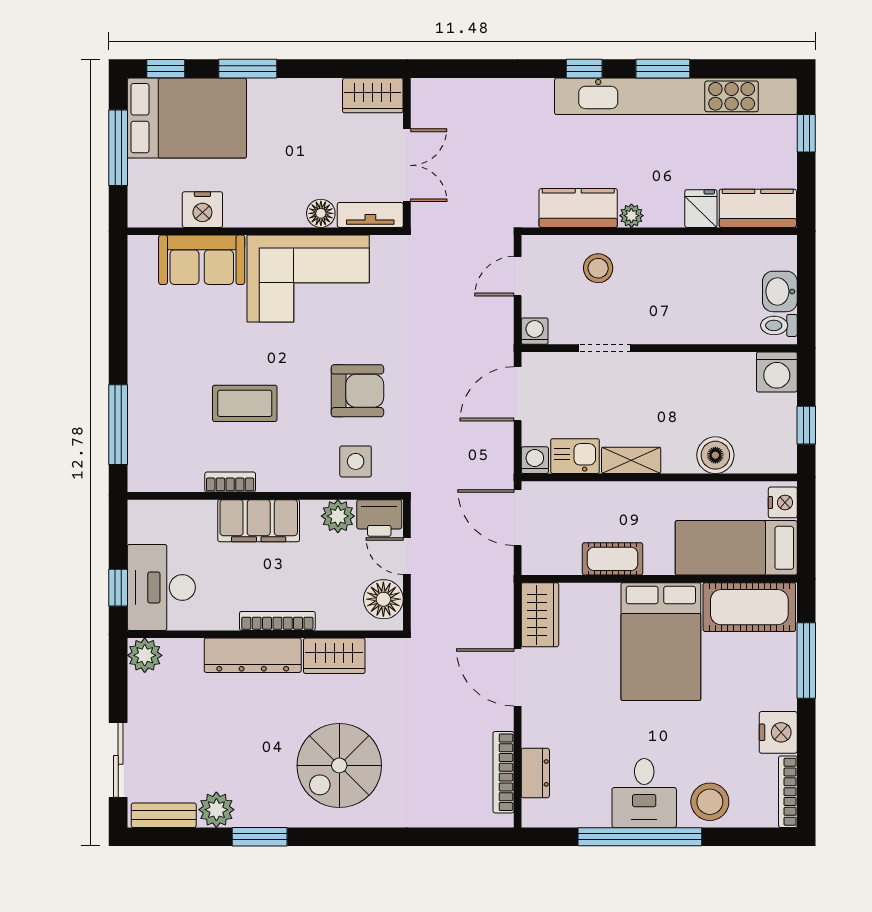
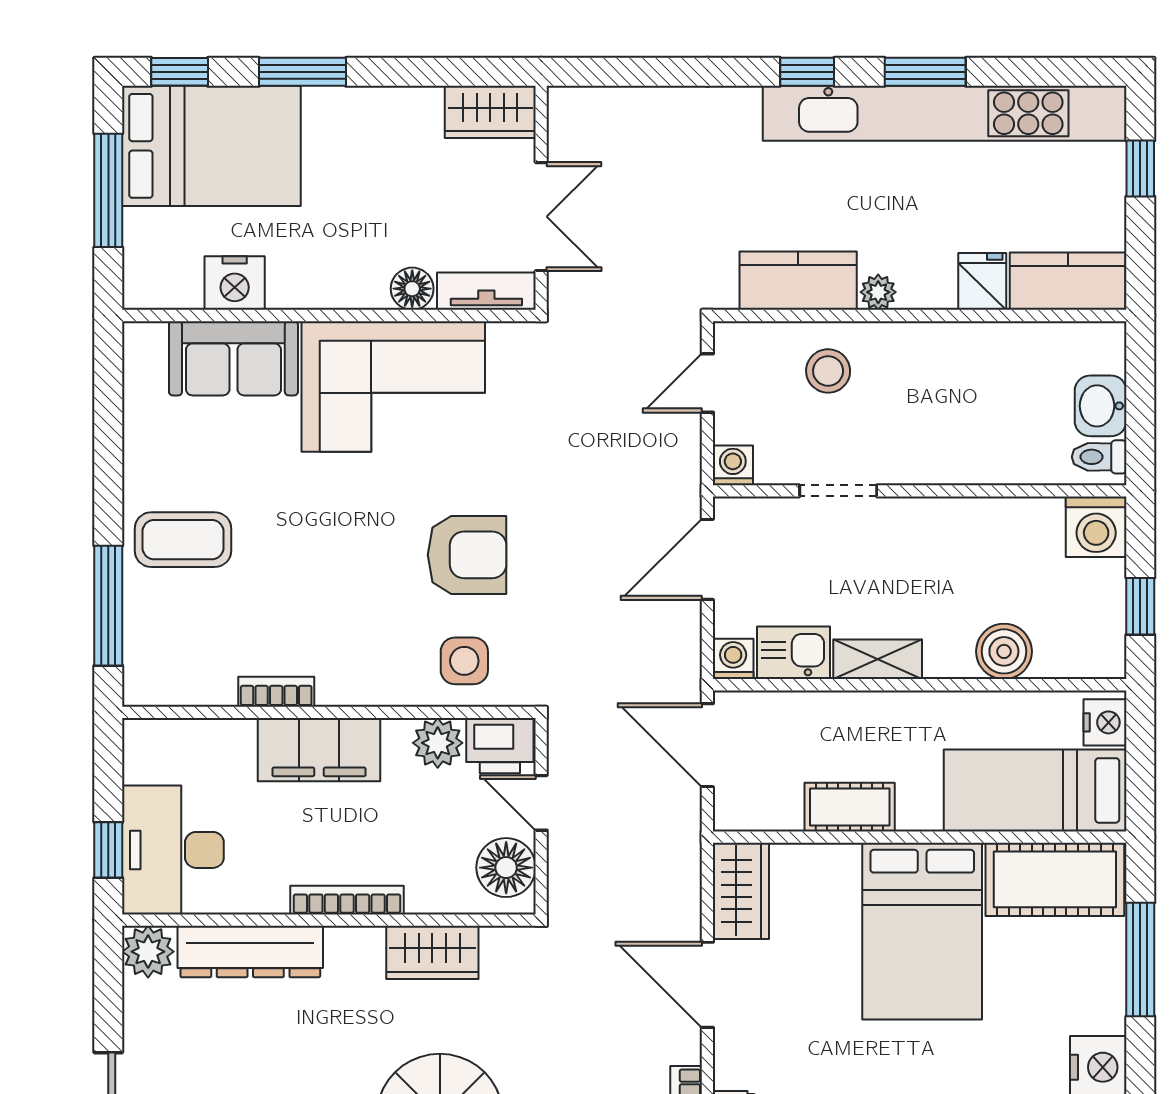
coffee table: (245, 403) -> (183, 540), moved
dresser: (253, 655) -> (250, 952), moved

